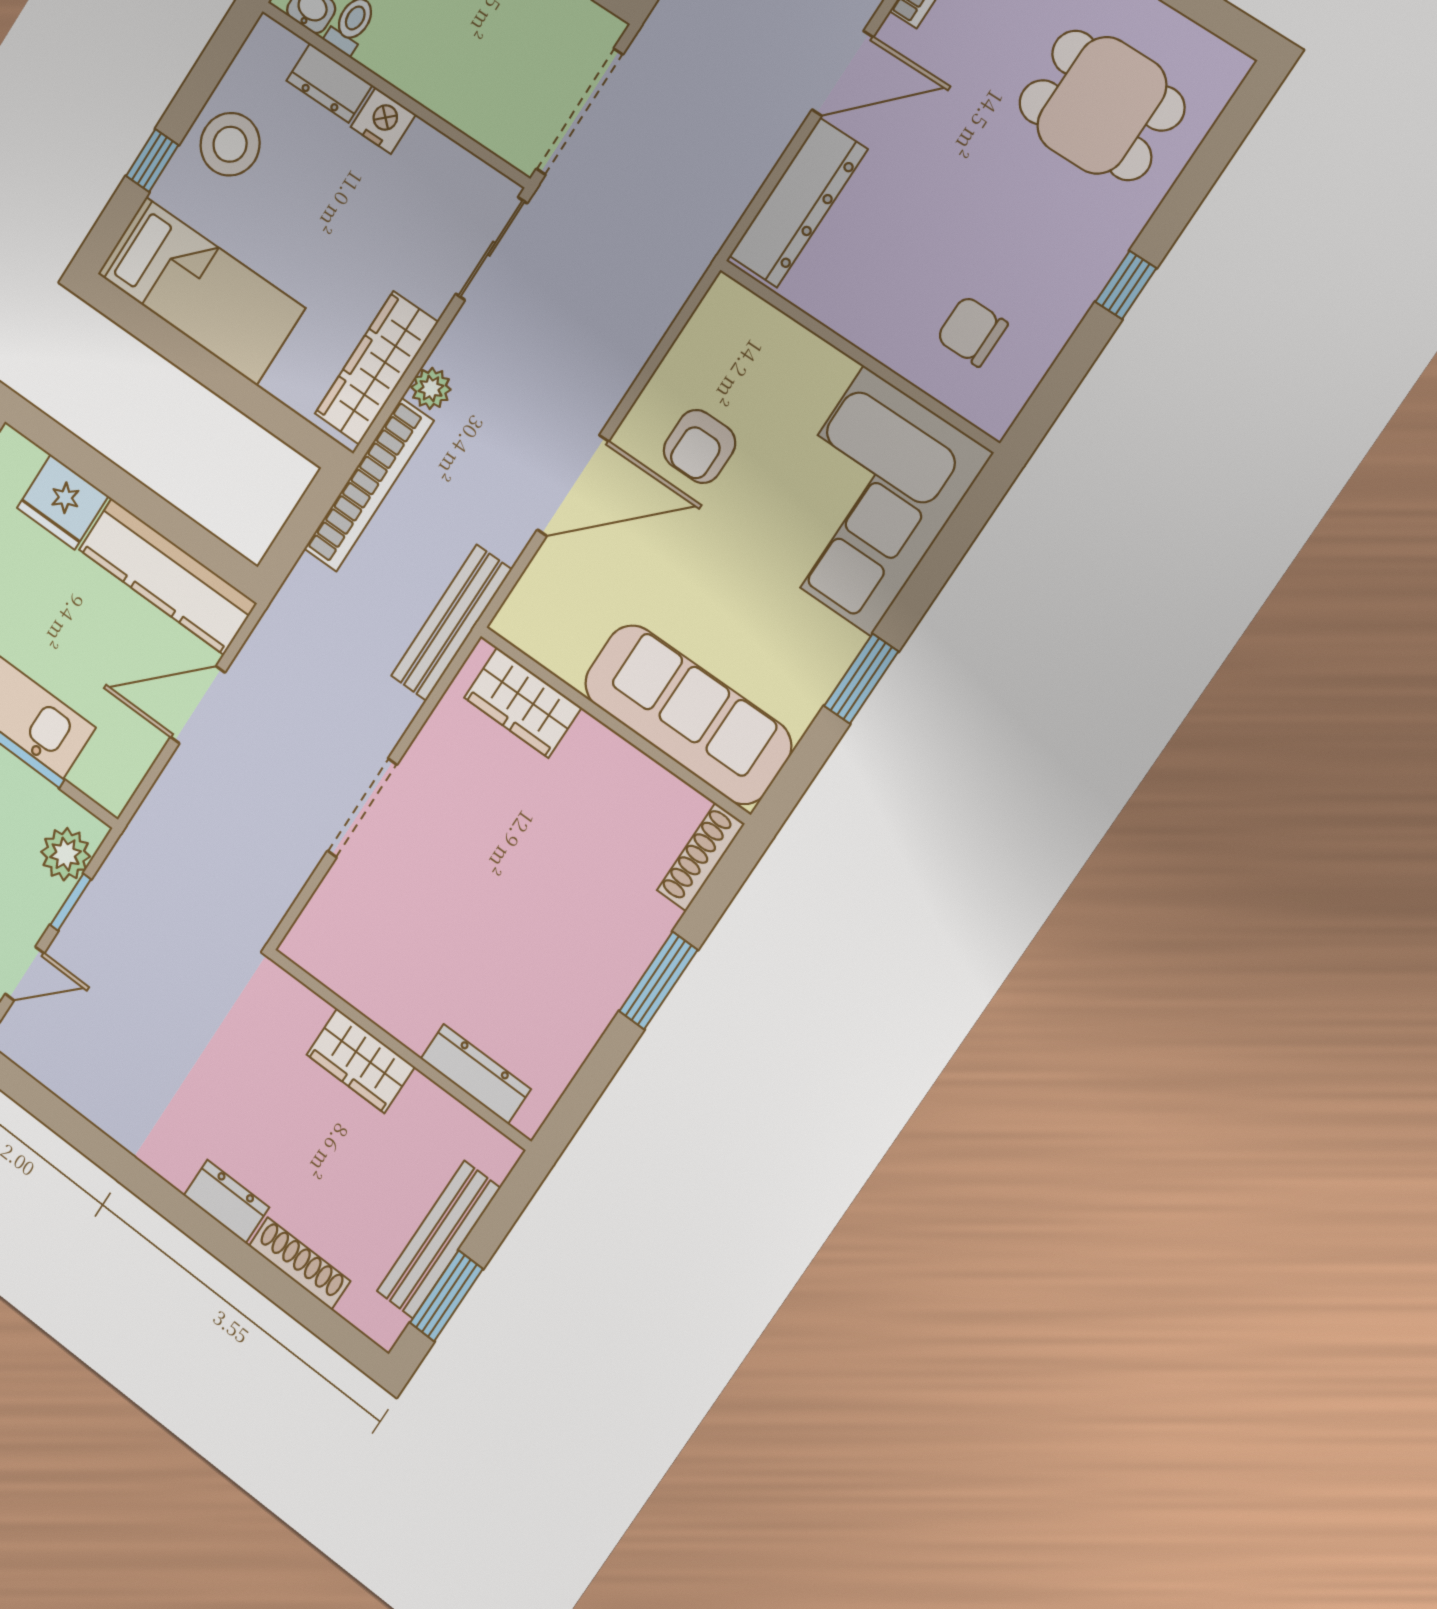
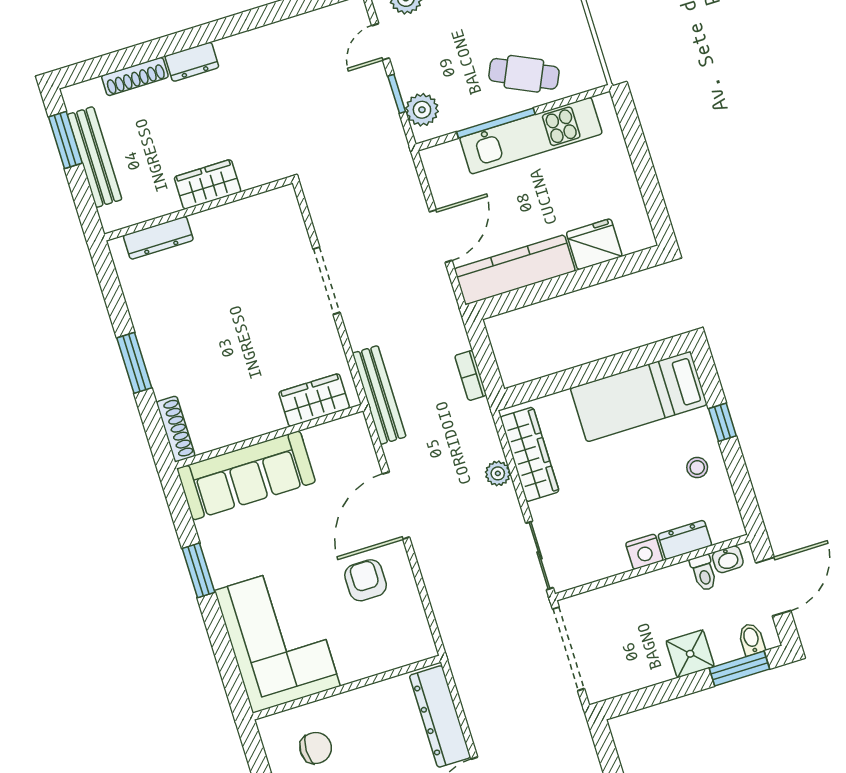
stool: (230, 144) -> (697, 468), width x0.53, depth x0.53
bookcase: (369, 485) -> (471, 375), width x0.43, depth x0.76

